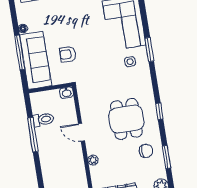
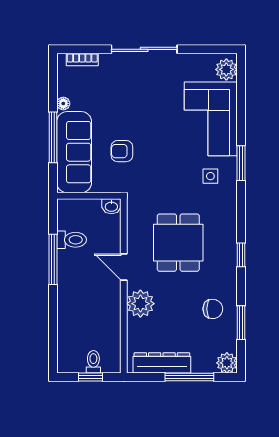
dining table: (126, 119) -> (178, 243), moved
plant: (93, 160) -> (140, 304), width x1.88, depth x1.88

